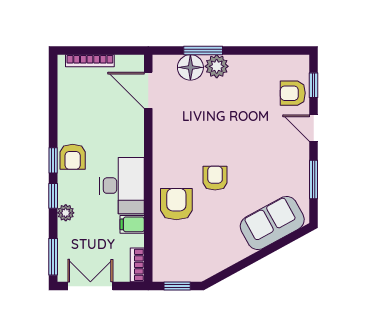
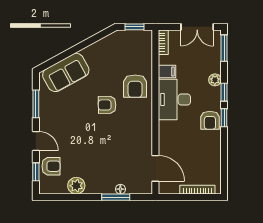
plant: (217, 66) -> (76, 186), moved
floor lamp: (190, 67) -> (120, 189), width x0.53, depth x0.53
armchair: (73, 157) -> (210, 120), turned 180
armchair: (215, 178) -> (107, 105), turned 89

